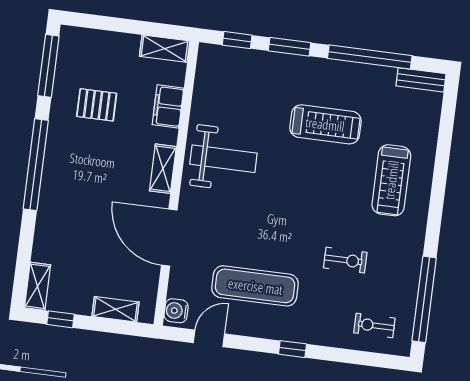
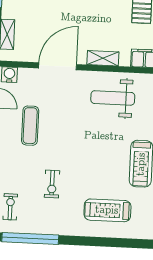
weight bench: (223, 159) -> (113, 98), turned 90
exercise mat: (255, 286) -> (30, 126), width x0.73, depth x0.69

